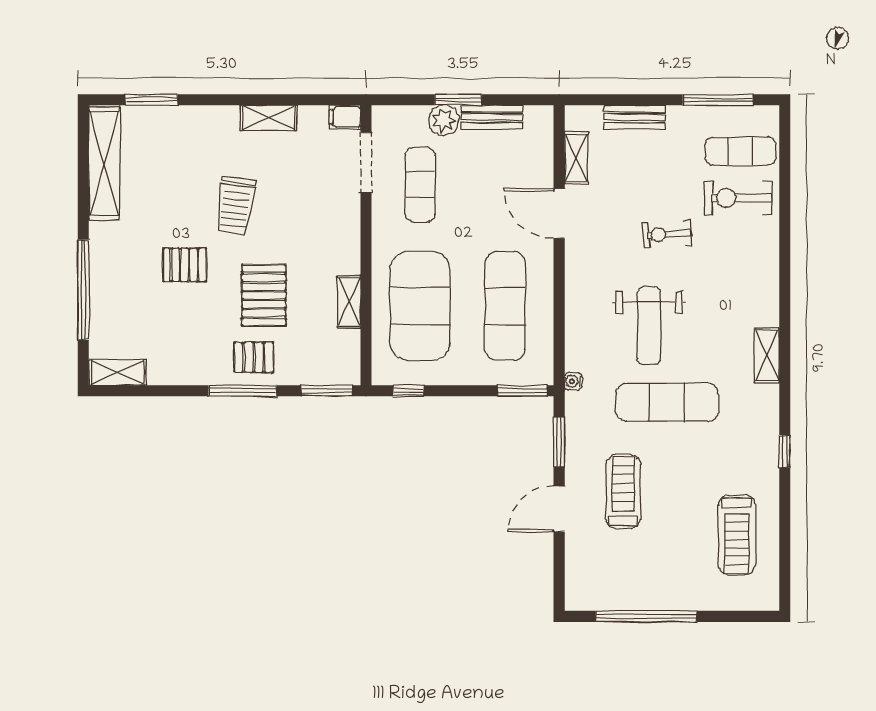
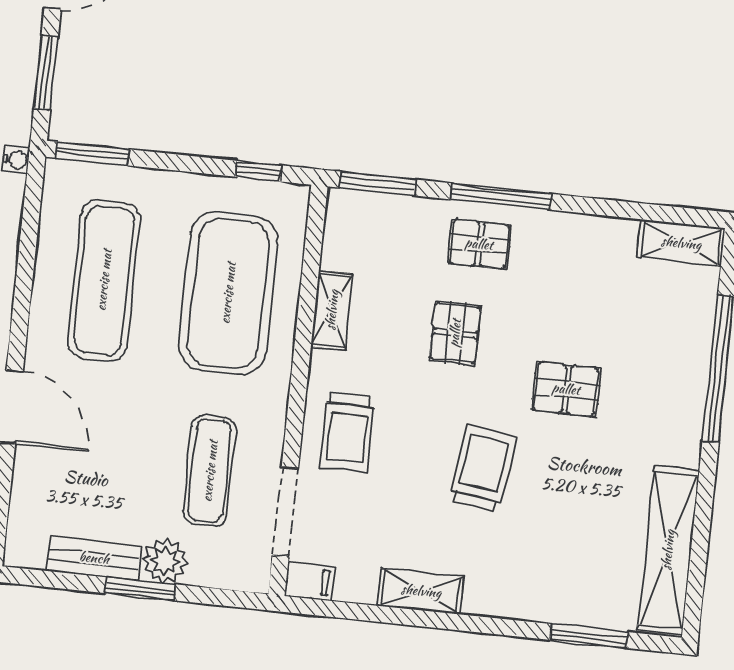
trolley: (330, 220) -> (347, 432), added
pallet: (264, 295) -> (455, 333), width x0.67, depth x0.71

